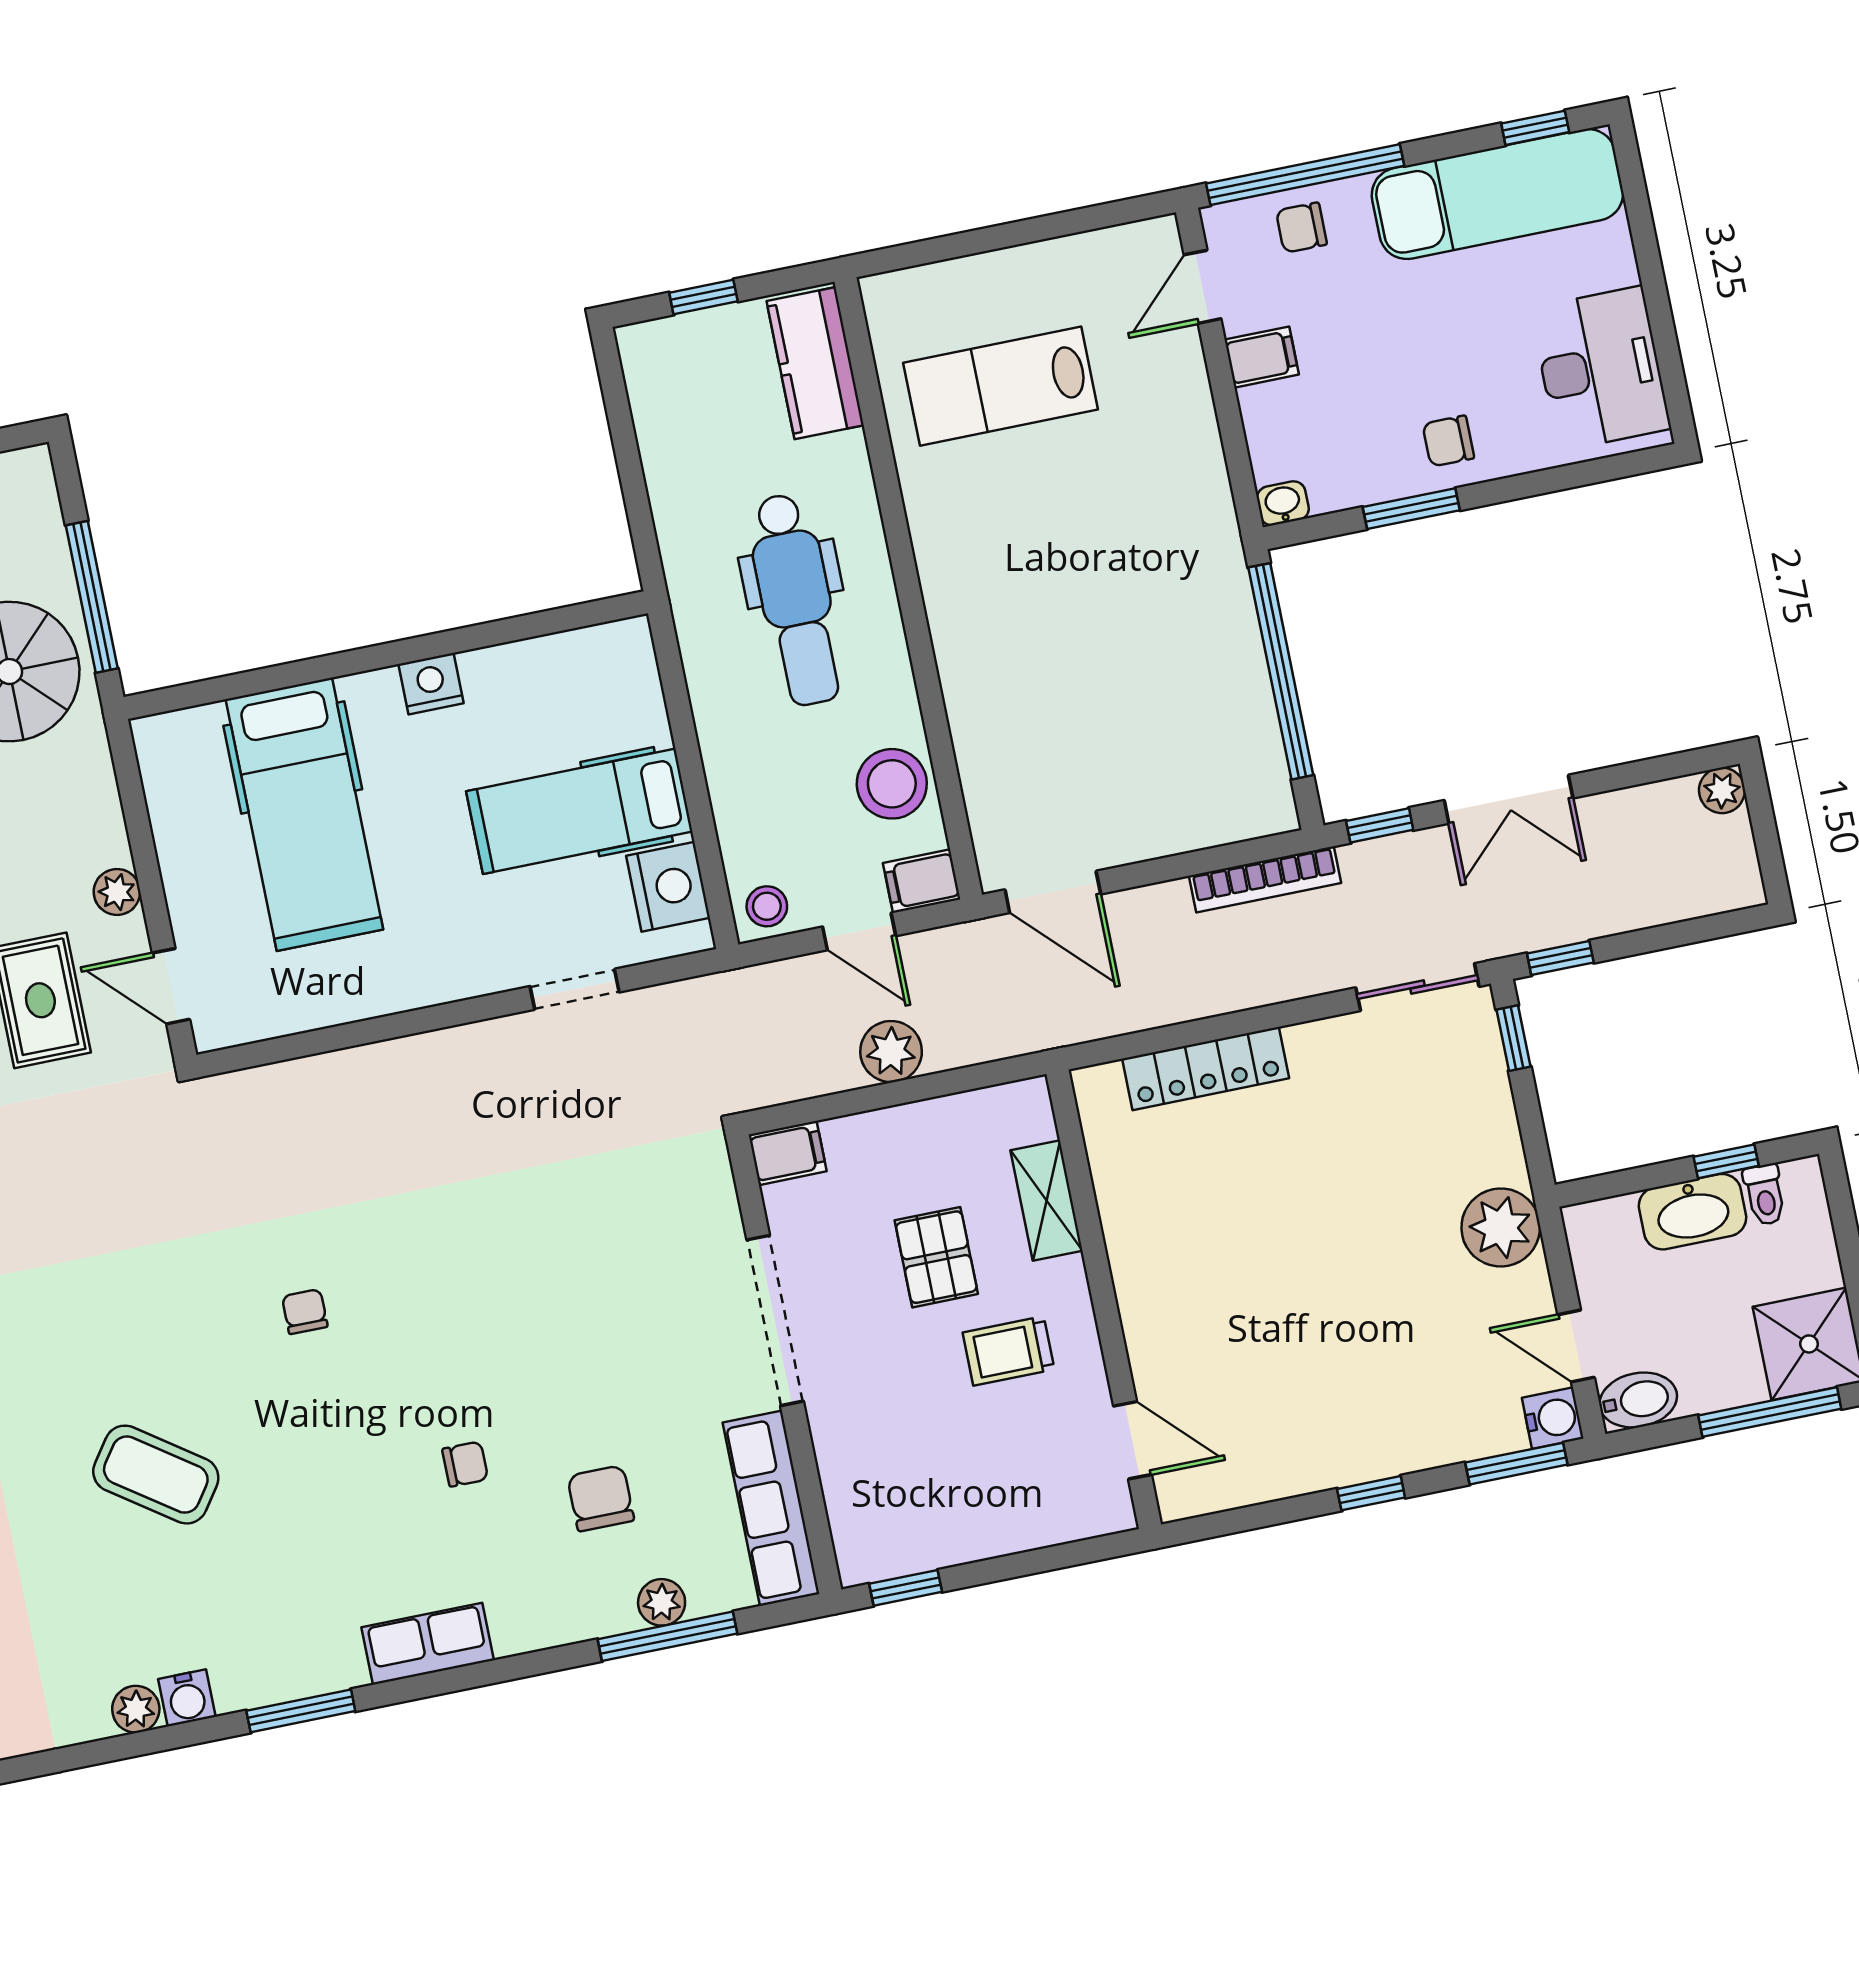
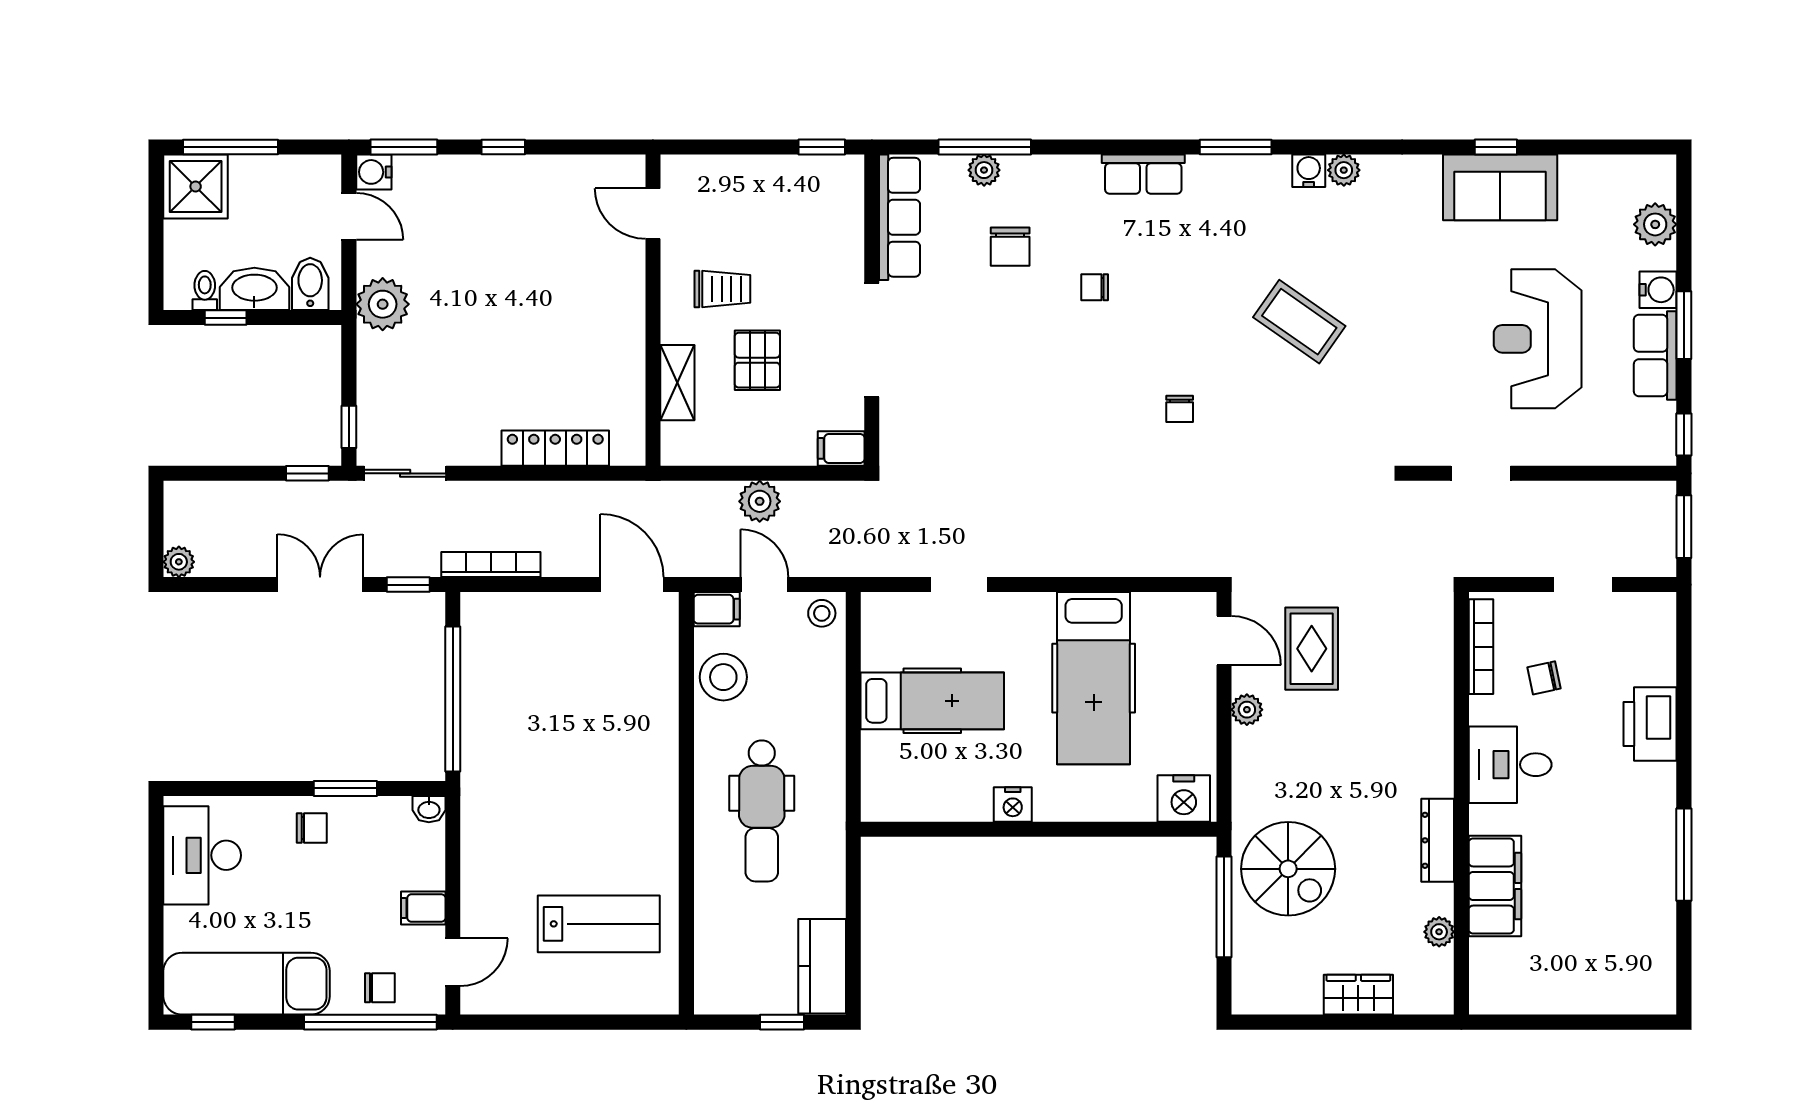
kitchen counter: (815, 363) -> (822, 966), moved, turned 180
dental chair: (796, 600) -> (762, 811), turned 180
hospital bed: (304, 814) -> (1094, 678), moved, turned 180
nightstand: (668, 887) -> (1184, 798), moved, turned -90
bidet: (1638, 1400) -> (310, 284), moved, turned 90

